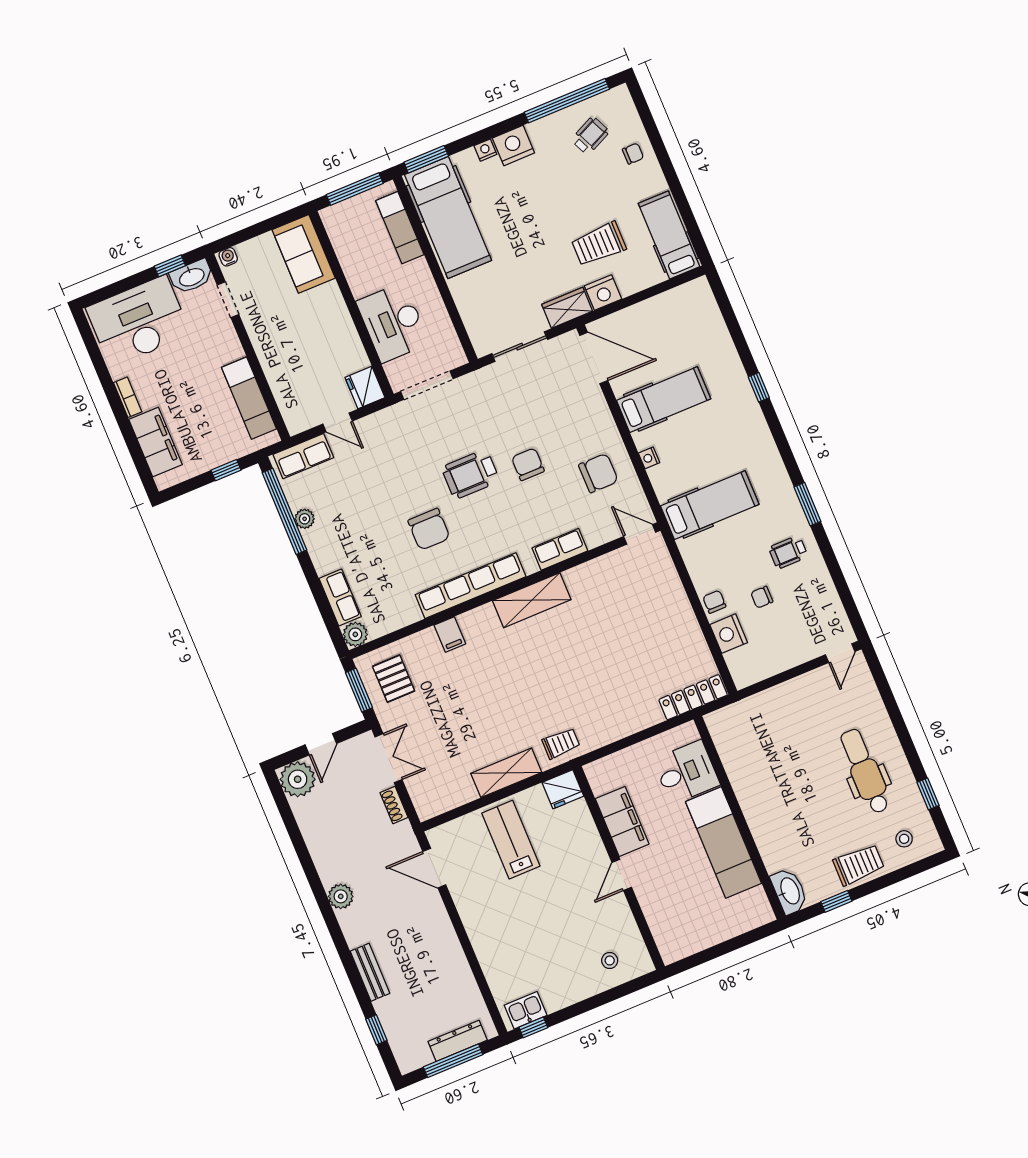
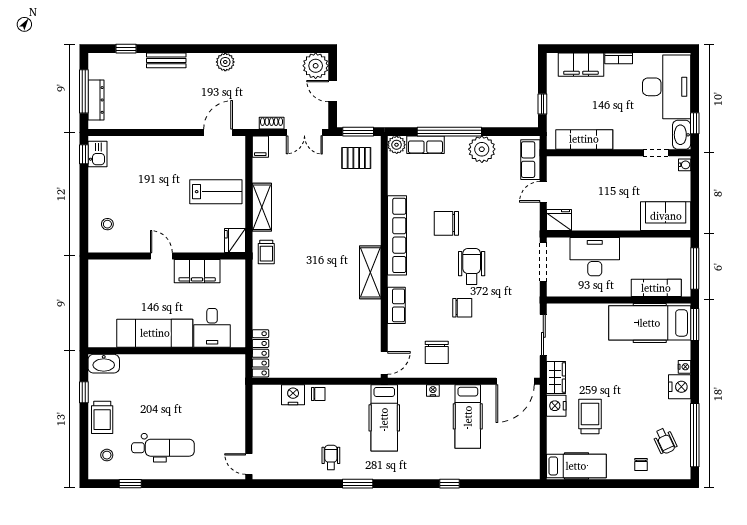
window: (285, 511) -> (449, 132), moved
plant: (305, 519) -> (482, 149), width x1.87, depth x1.87
chair: (762, 597) -> (308, 427), removed
filing cabinet: (450, 634) -> (260, 147), moved, turned -90

